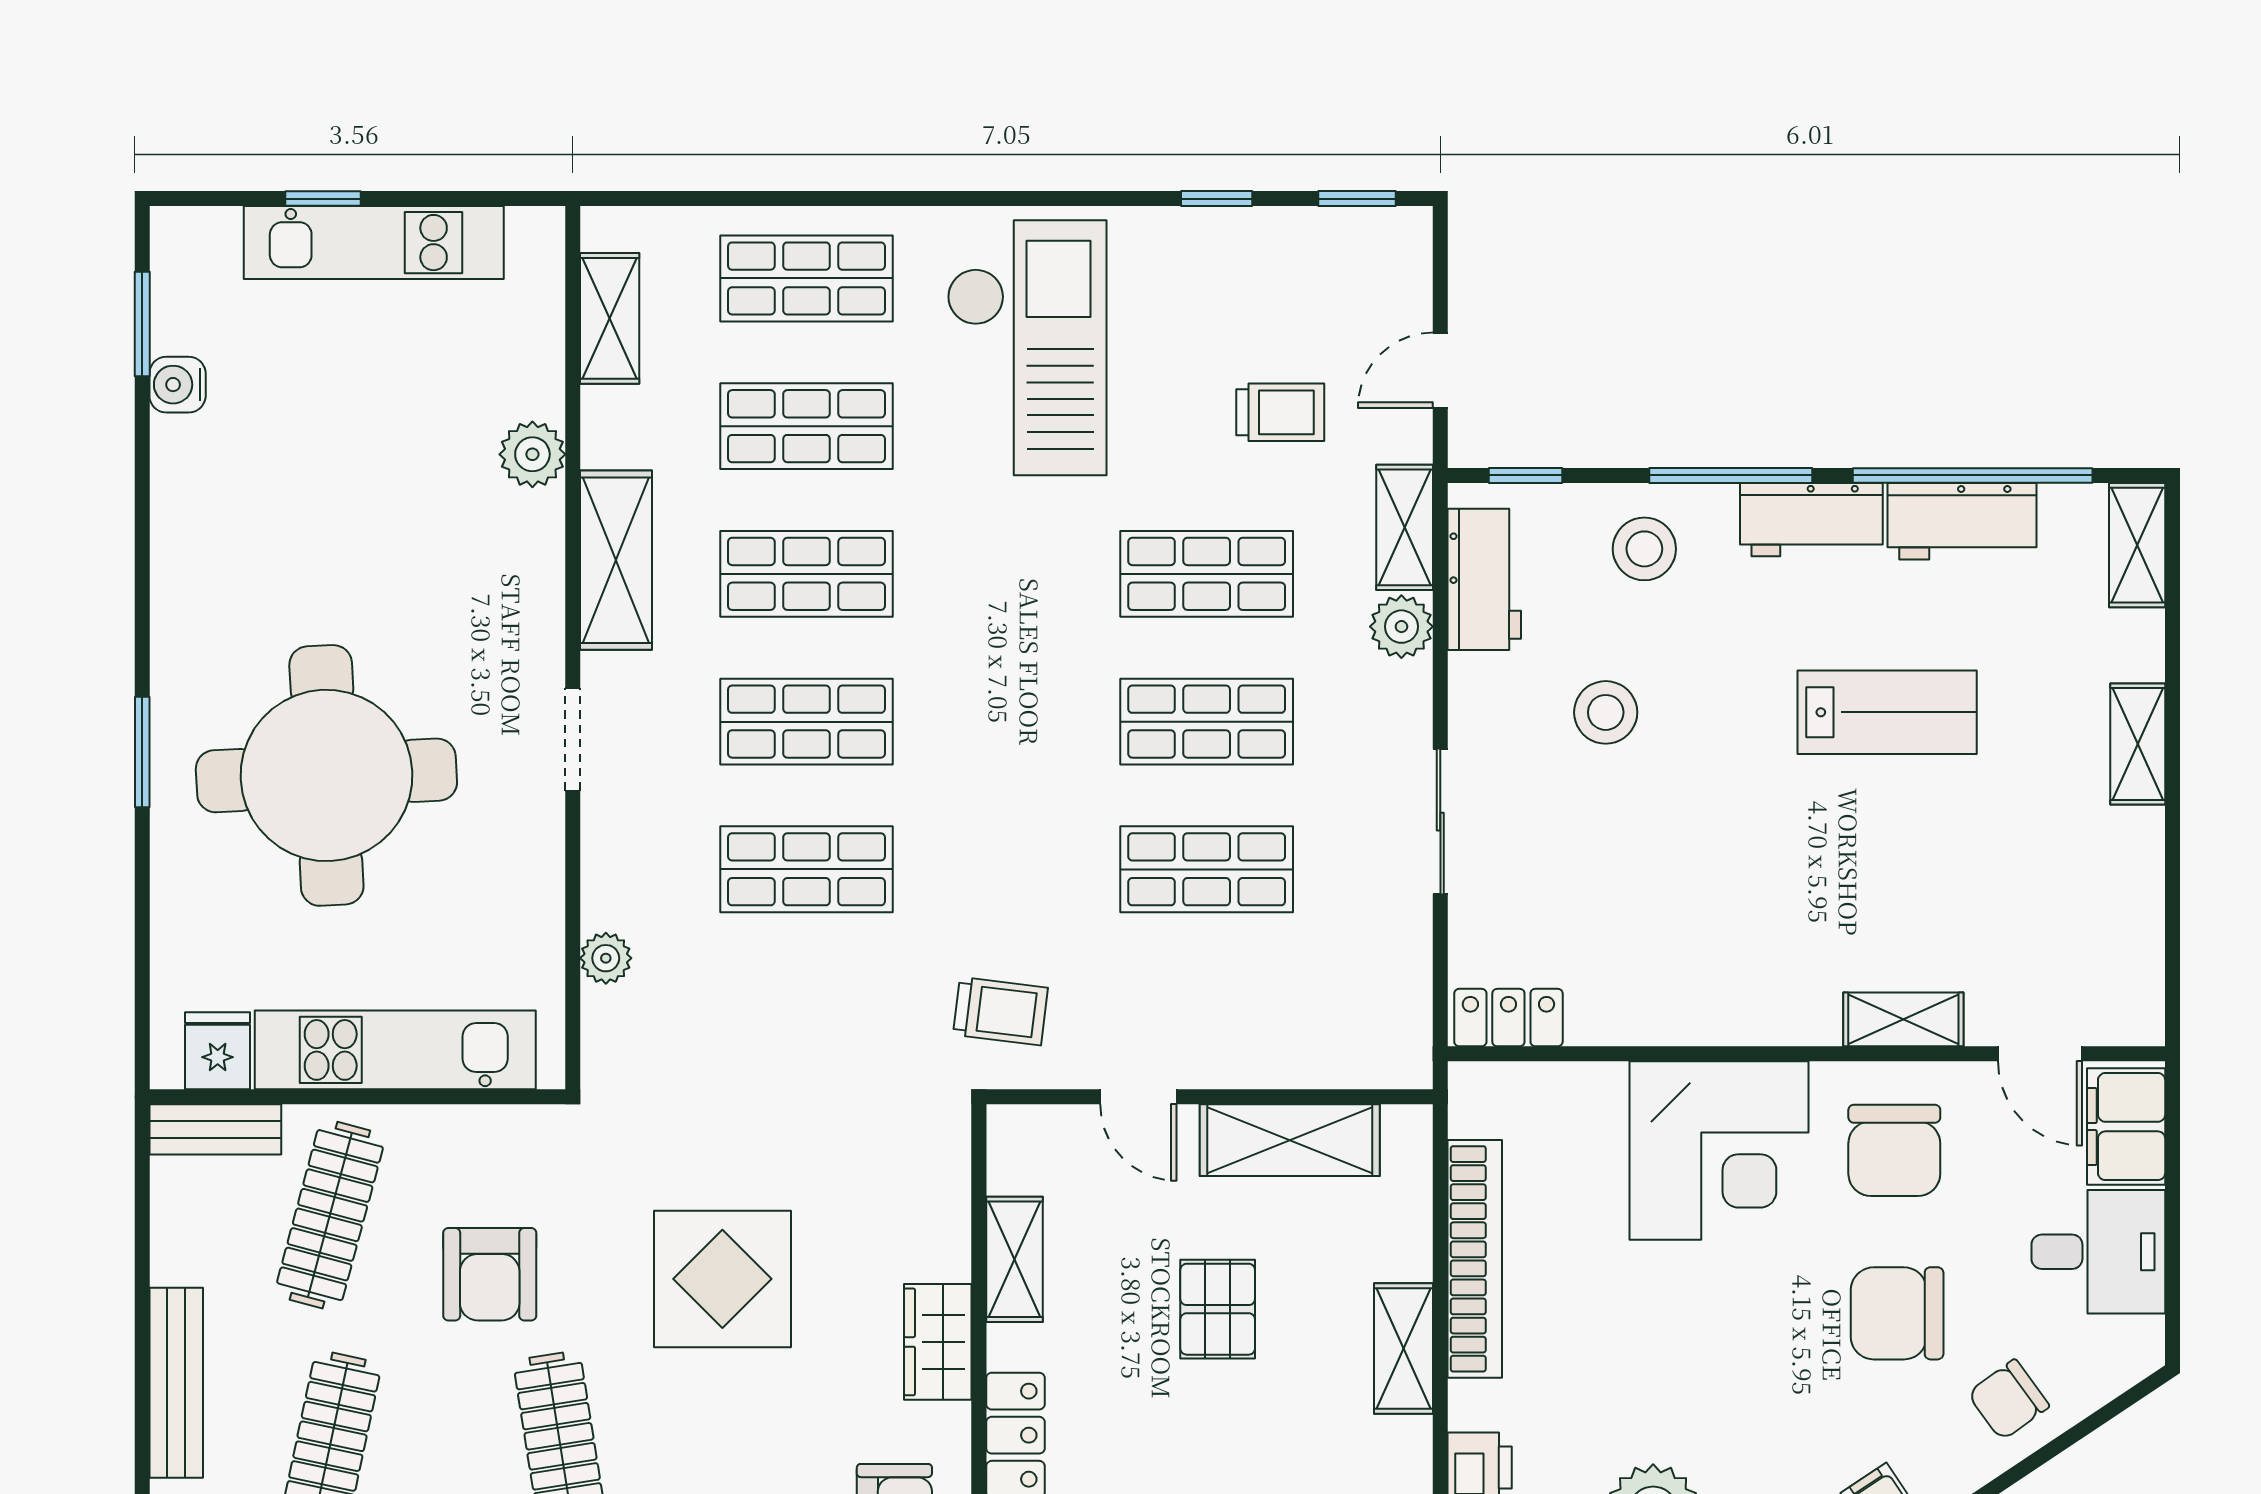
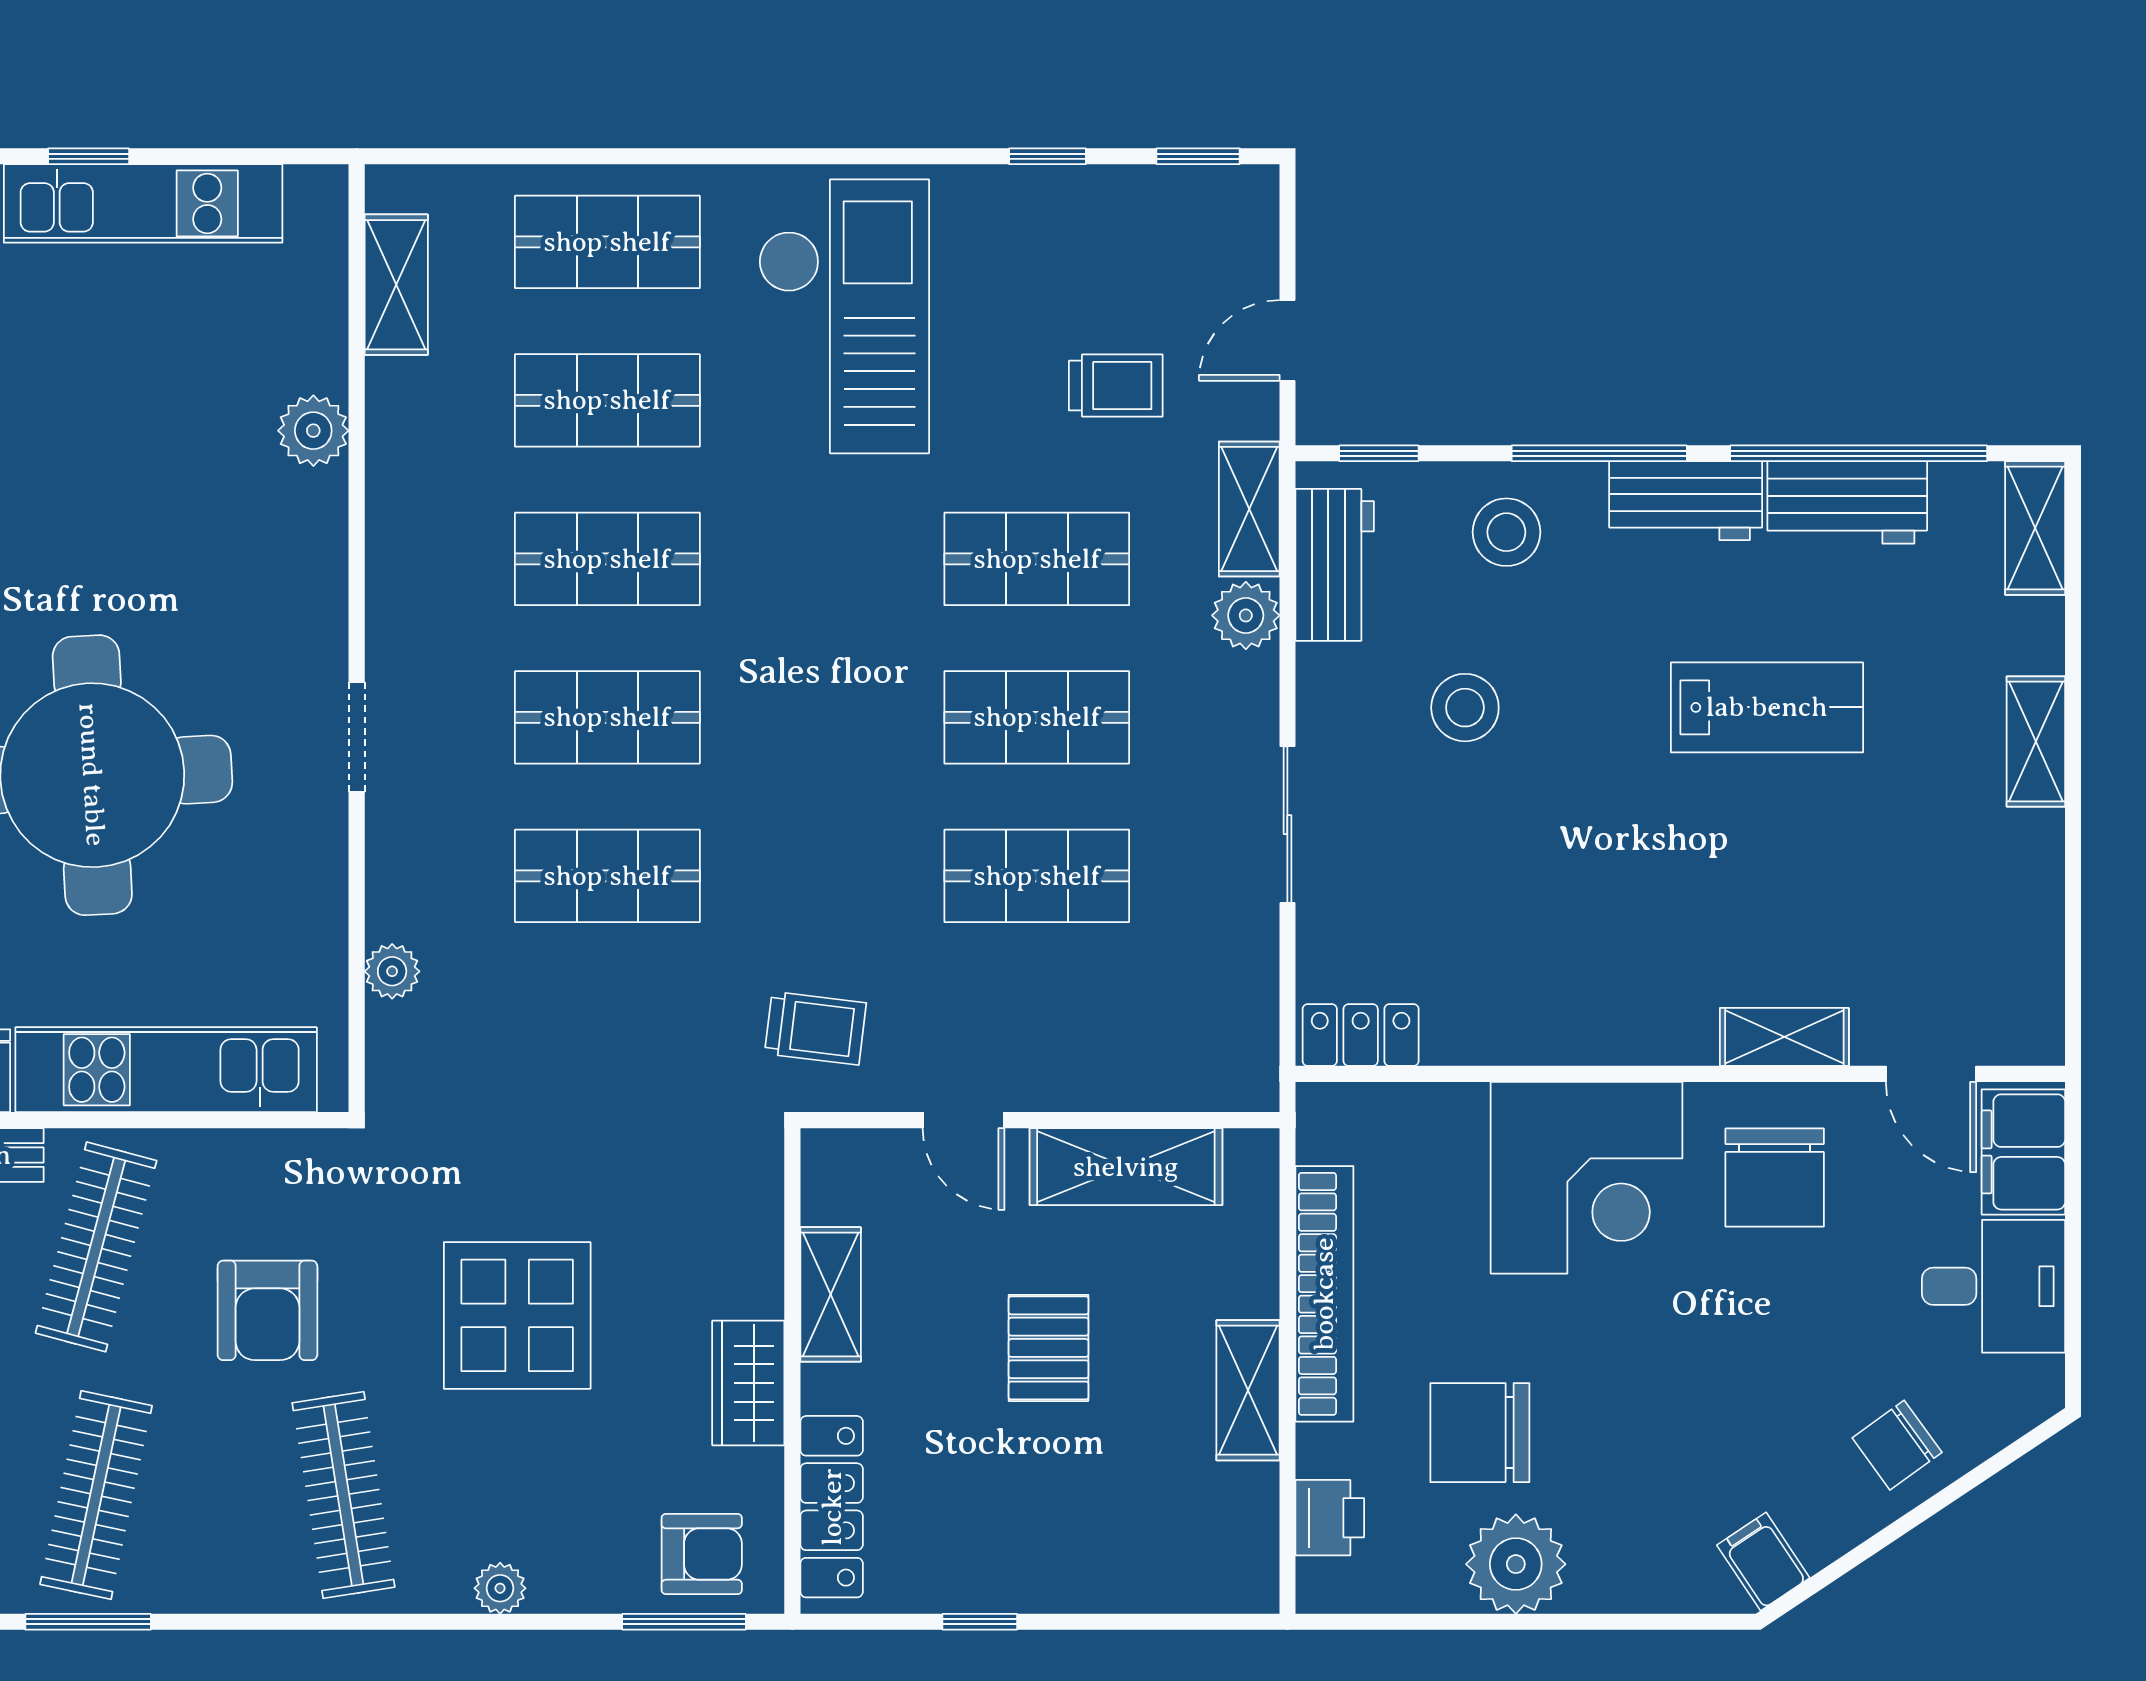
shelving: (616, 560) -> (403, 544), removed
chair: (1897, 1313) -> (1480, 1433), moved

